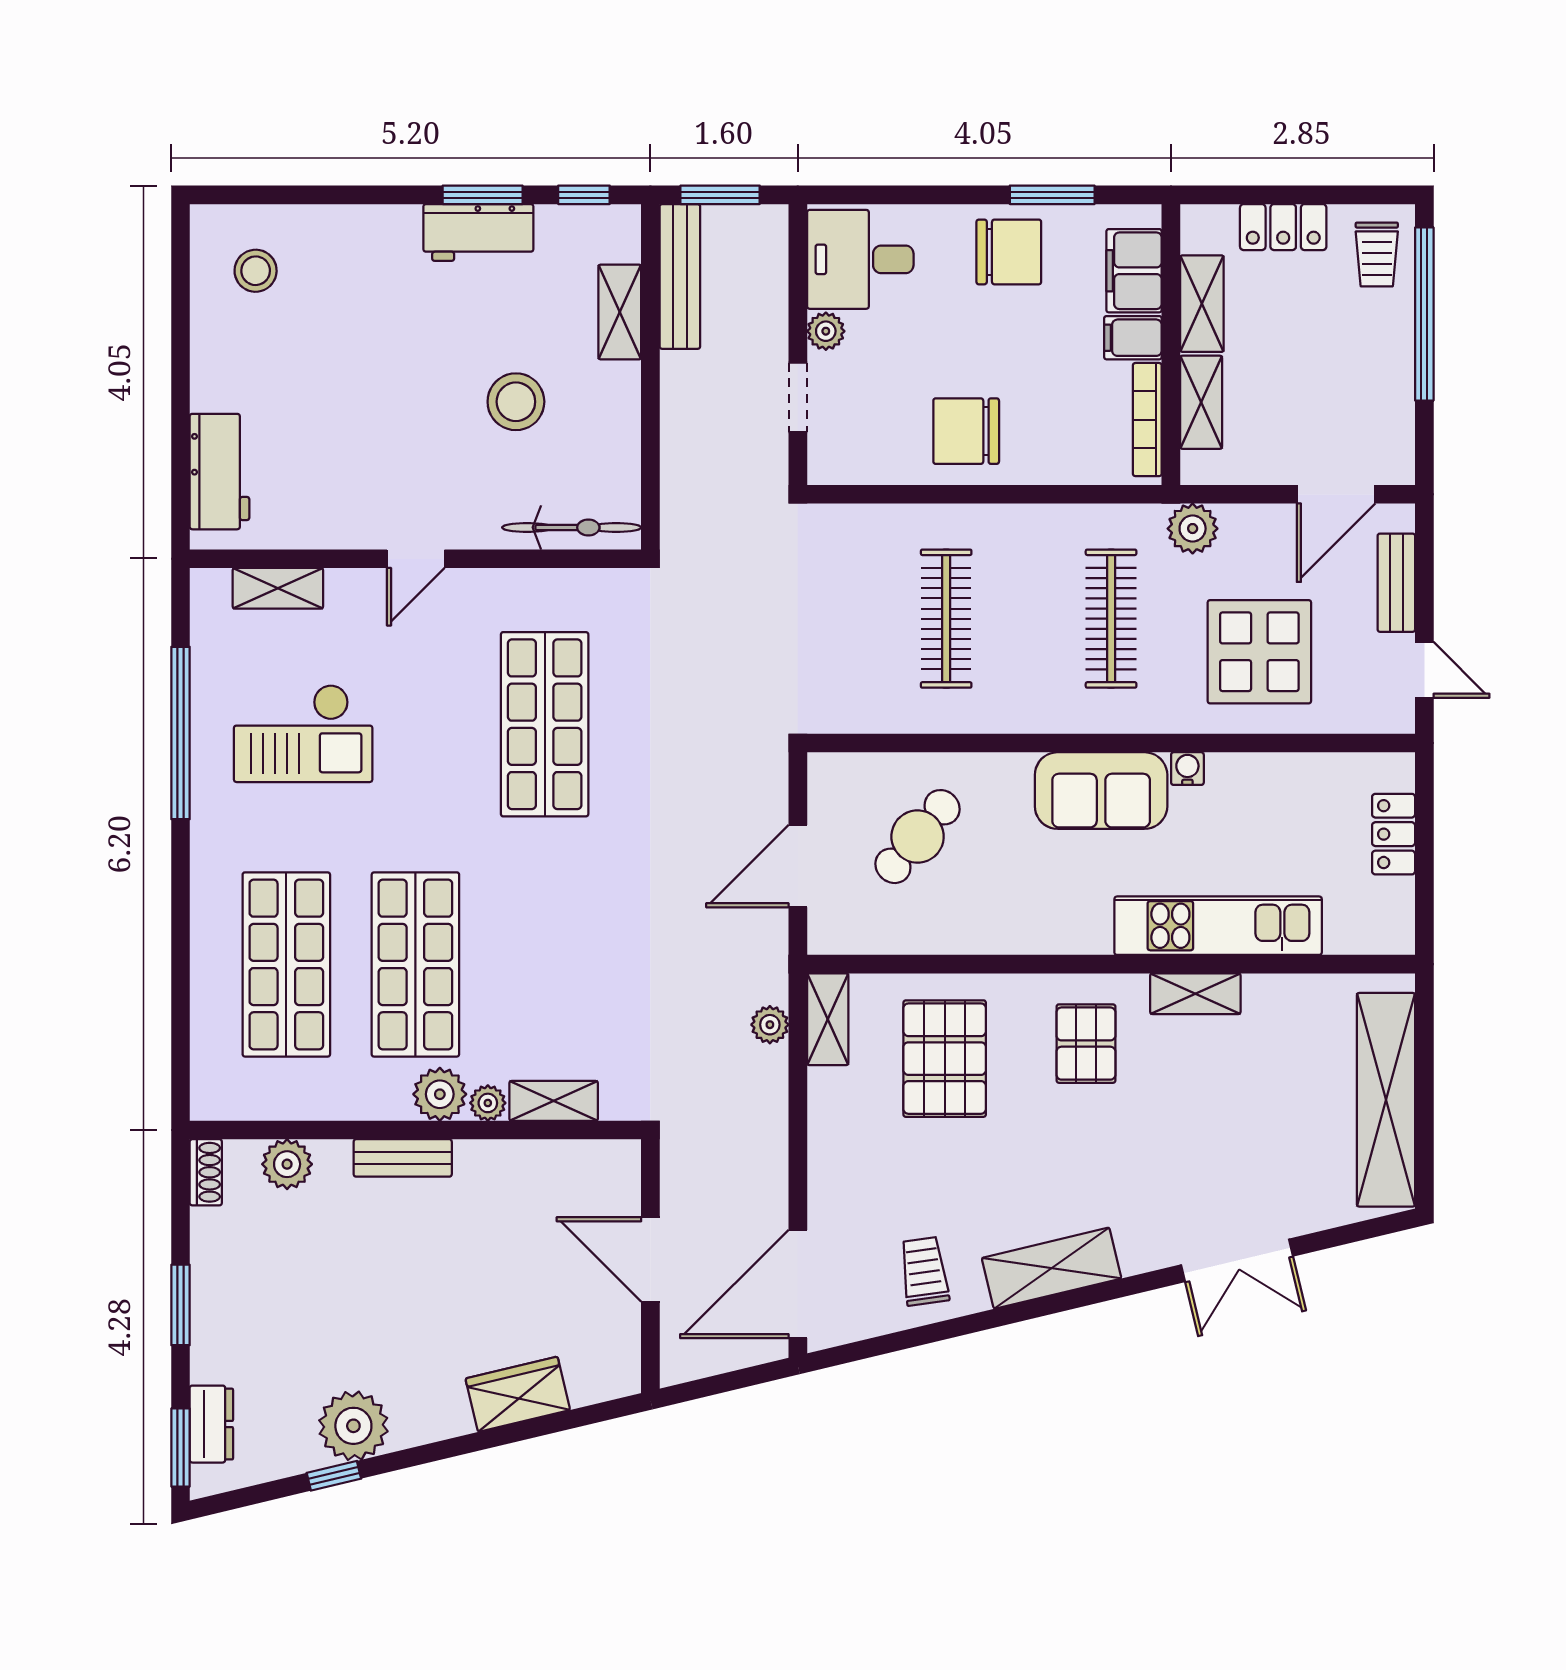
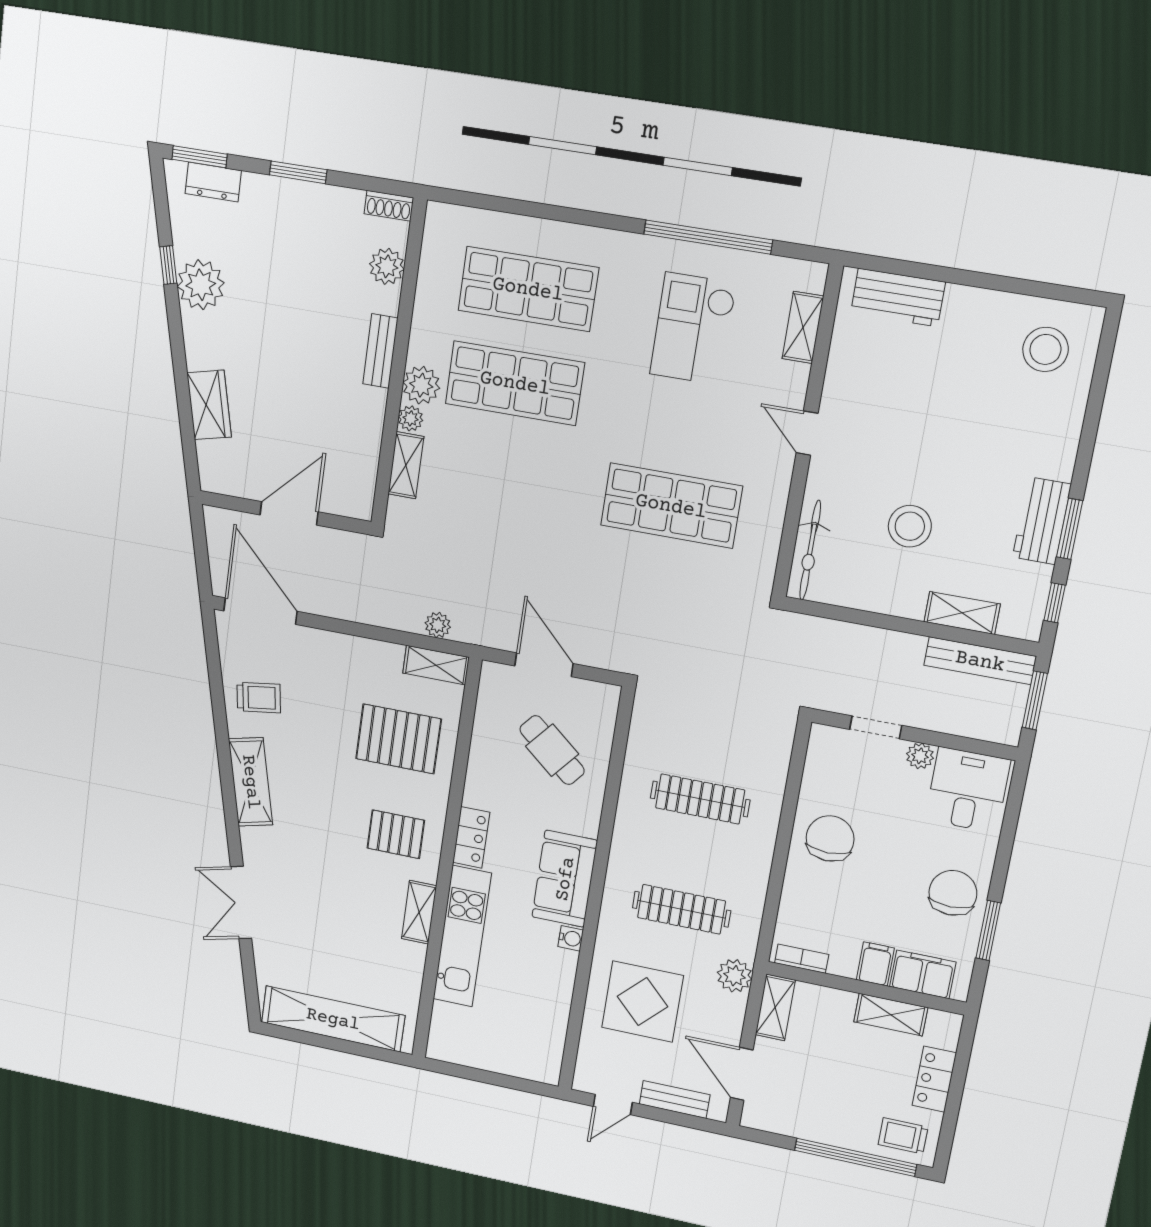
chair: (1009, 252) -> (953, 893), turned 180
stool: (256, 271) -> (1045, 349), width x1.38, depth x1.38
shelving: (1201, 402) -> (775, 1007), moved, turned 90
bookcase: (1147, 420) -> (802, 959), width x0.64
locker: (1394, 834) -> (471, 837), moved, turned 90

